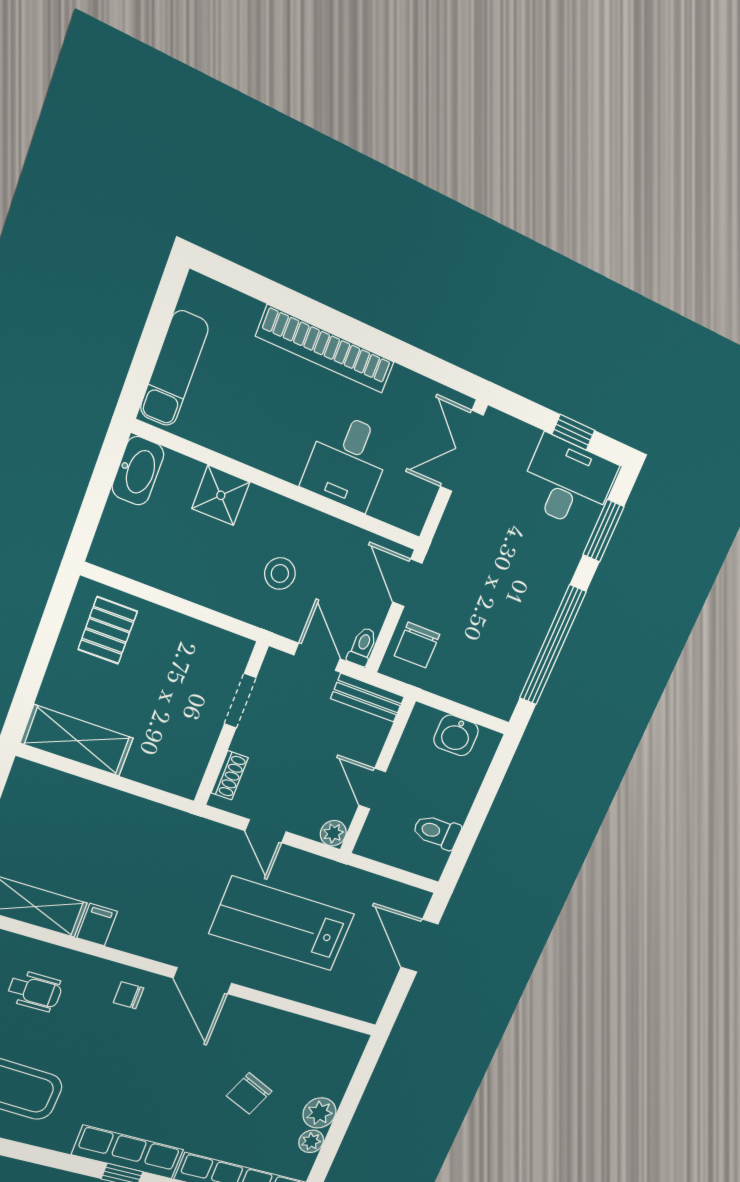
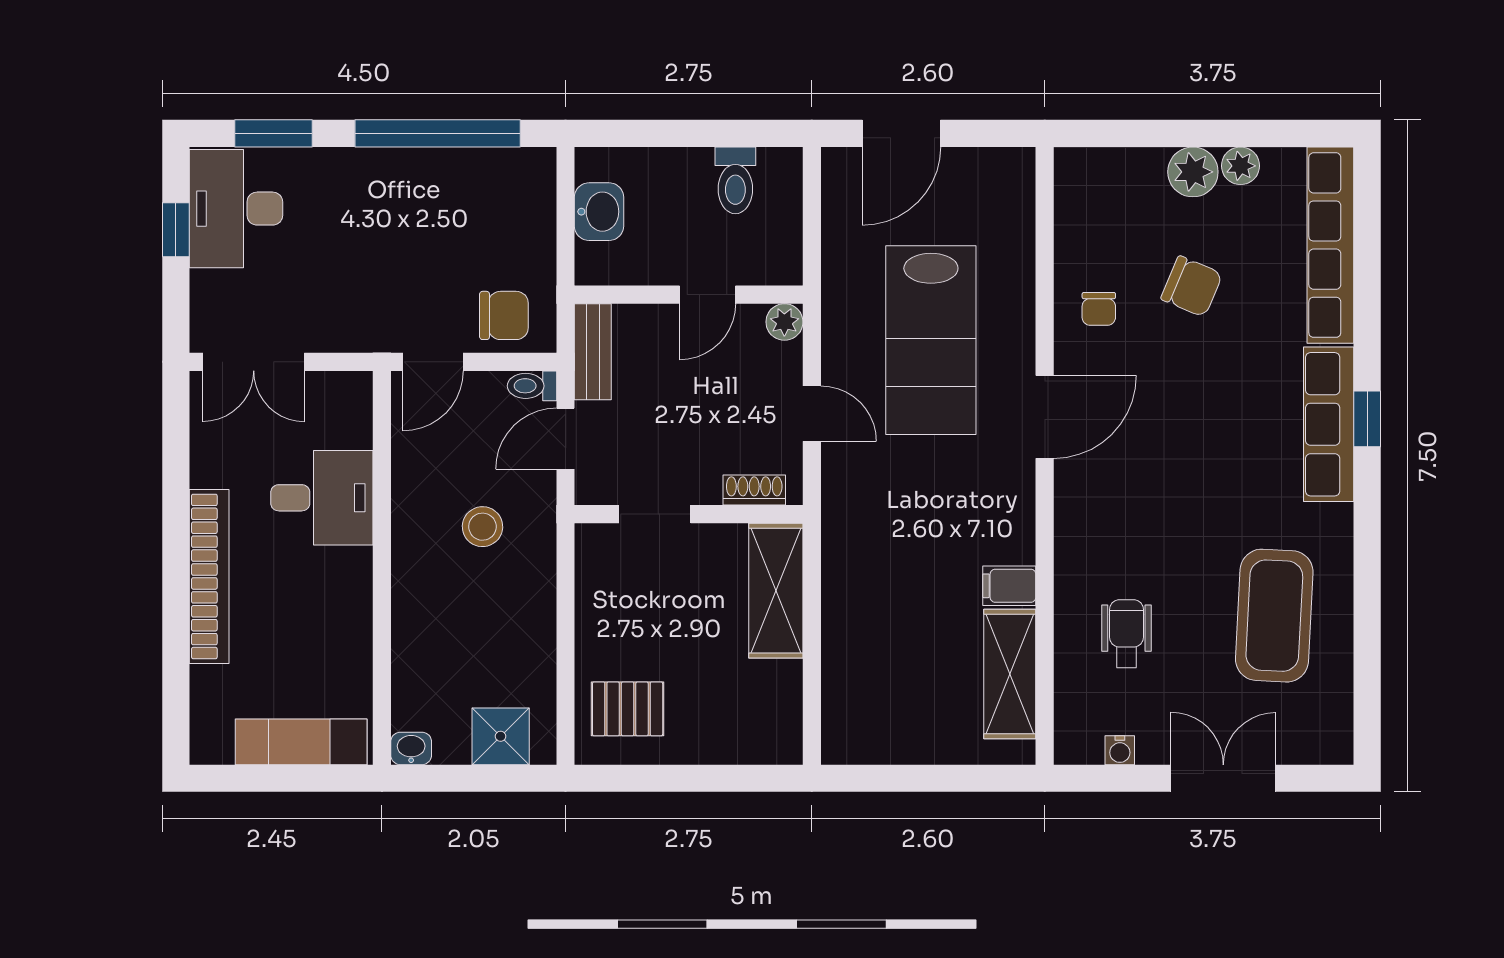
washbasin: (138, 471) -> (411, 748), width x0.52, depth x0.69
shower: (221, 495) -> (501, 736), moved
shelving: (77, 741) -> (776, 591), moved
door: (266, 831) -> (812, 414), hinge flipped
chair: (129, 995) -> (1099, 309), moved

